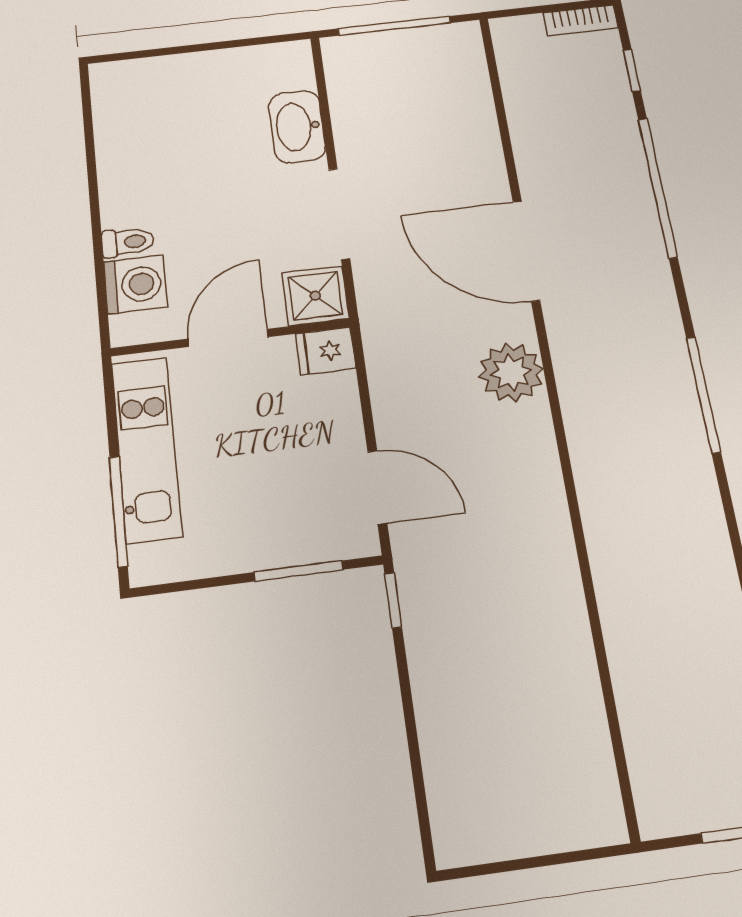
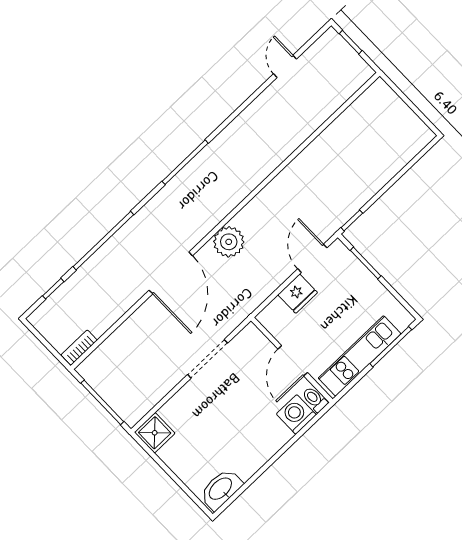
bookcase: (580, 20) -> (79, 348), moved, turned -90
washbasin: (297, 127) -> (221, 489), moved, turned 180
toilet: (128, 242) -> (315, 399), moved
shower: (315, 296) -> (155, 433), moved
door: (228, 338) -> (293, 361), hinge flipped
fridge: (326, 351) -> (298, 294), moved, width x1.38

